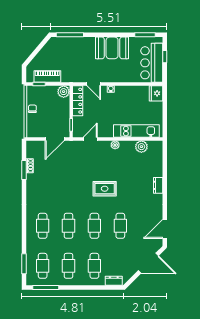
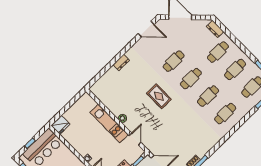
kitchen unit: (136, 131) -> (109, 123), moved
door: (90, 139) -> (135, 139), swing flipped
plant: (141, 147) -> (106, 99), removed

